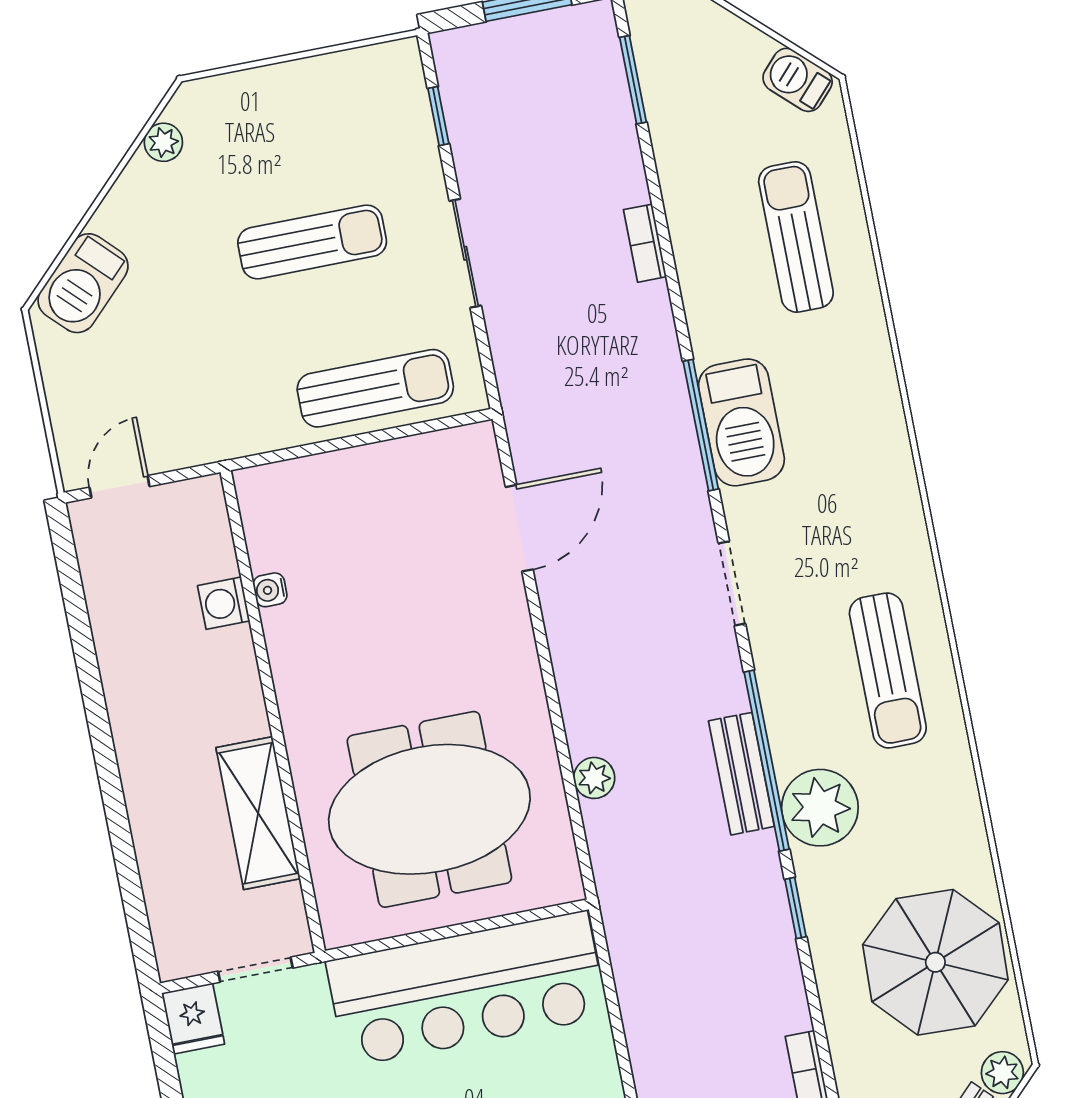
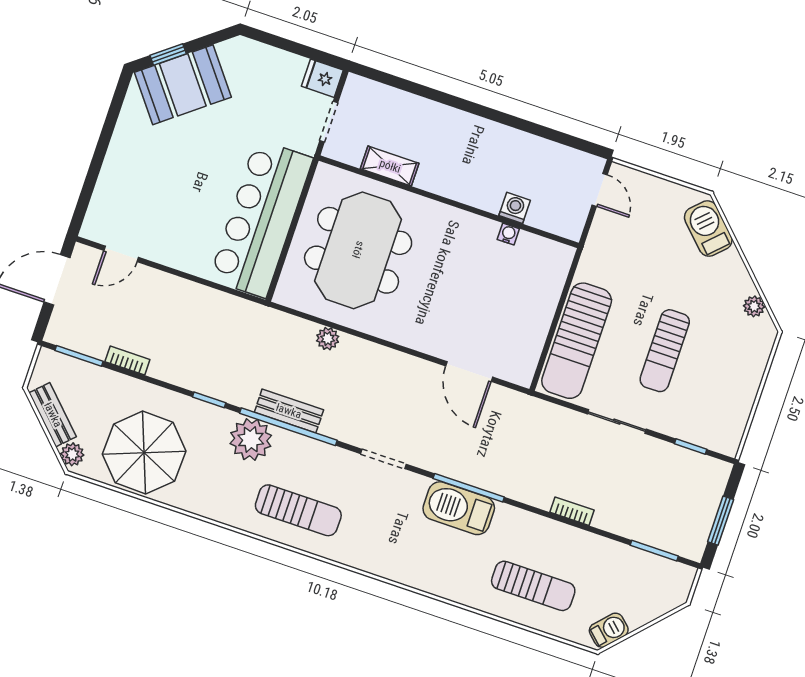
sun lounger: (375, 388) -> (577, 341), width x1.36, depth x1.34
sun lounger: (888, 670) -> (298, 510), turned 180
shelving: (258, 813) -> (390, 166), width x0.67, depth x0.75

